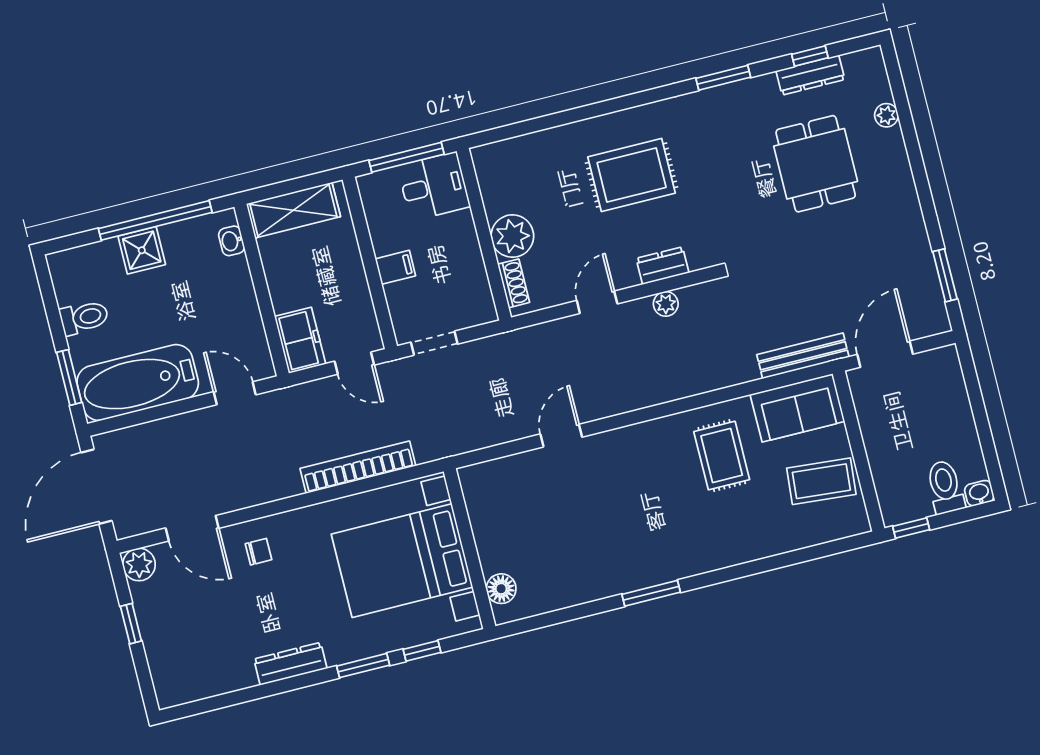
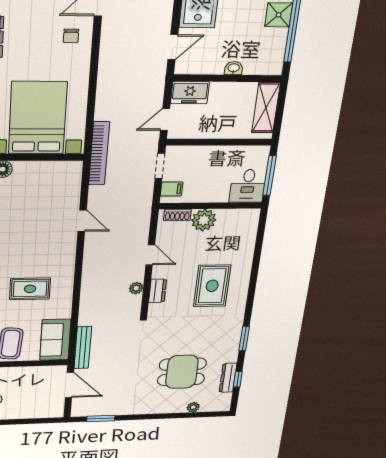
washbasin: (231, 241) -> (234, 68), moved
filing cabinet: (395, 267) -> (172, 189), moved, turned -90
rug: (722, 456) -> (30, 289), moved
bookcase: (358, 467) -> (99, 153), moved

